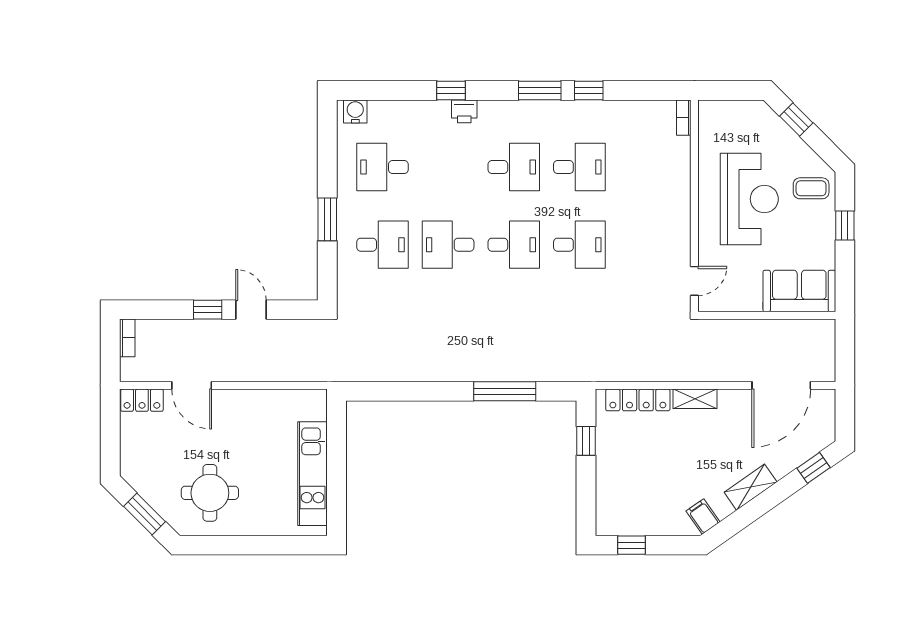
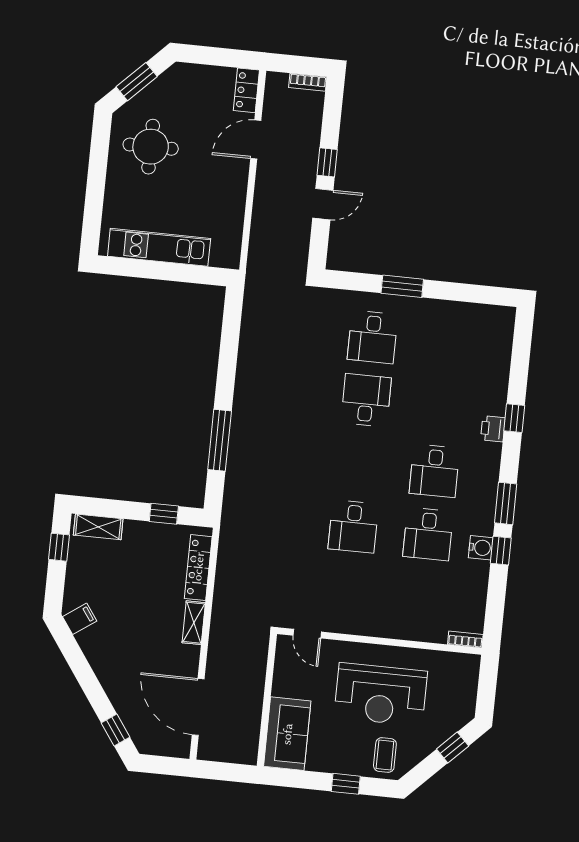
water cooler: (355, 111) -> (481, 548), moved
desk: (382, 167) -> (447, 345), removed
desk: (514, 245) -> (360, 463), removed
shelving: (751, 487) -> (98, 527), moved, turned -55

